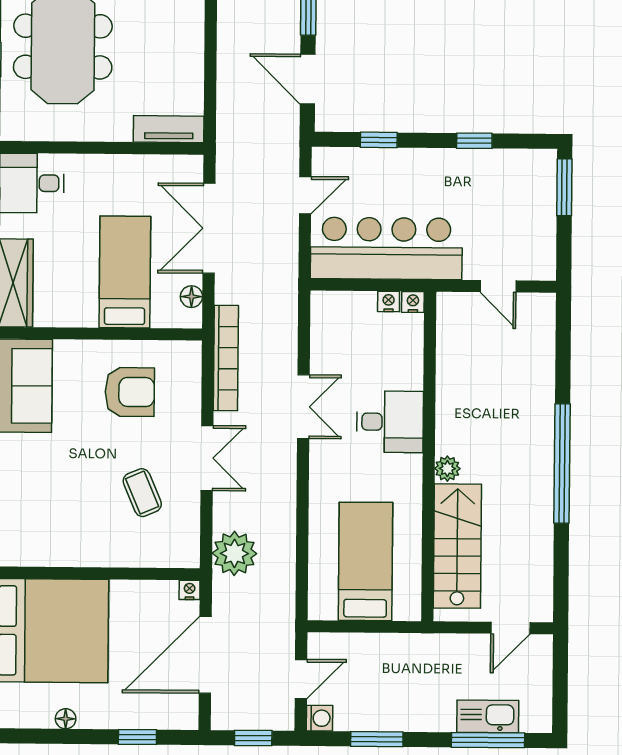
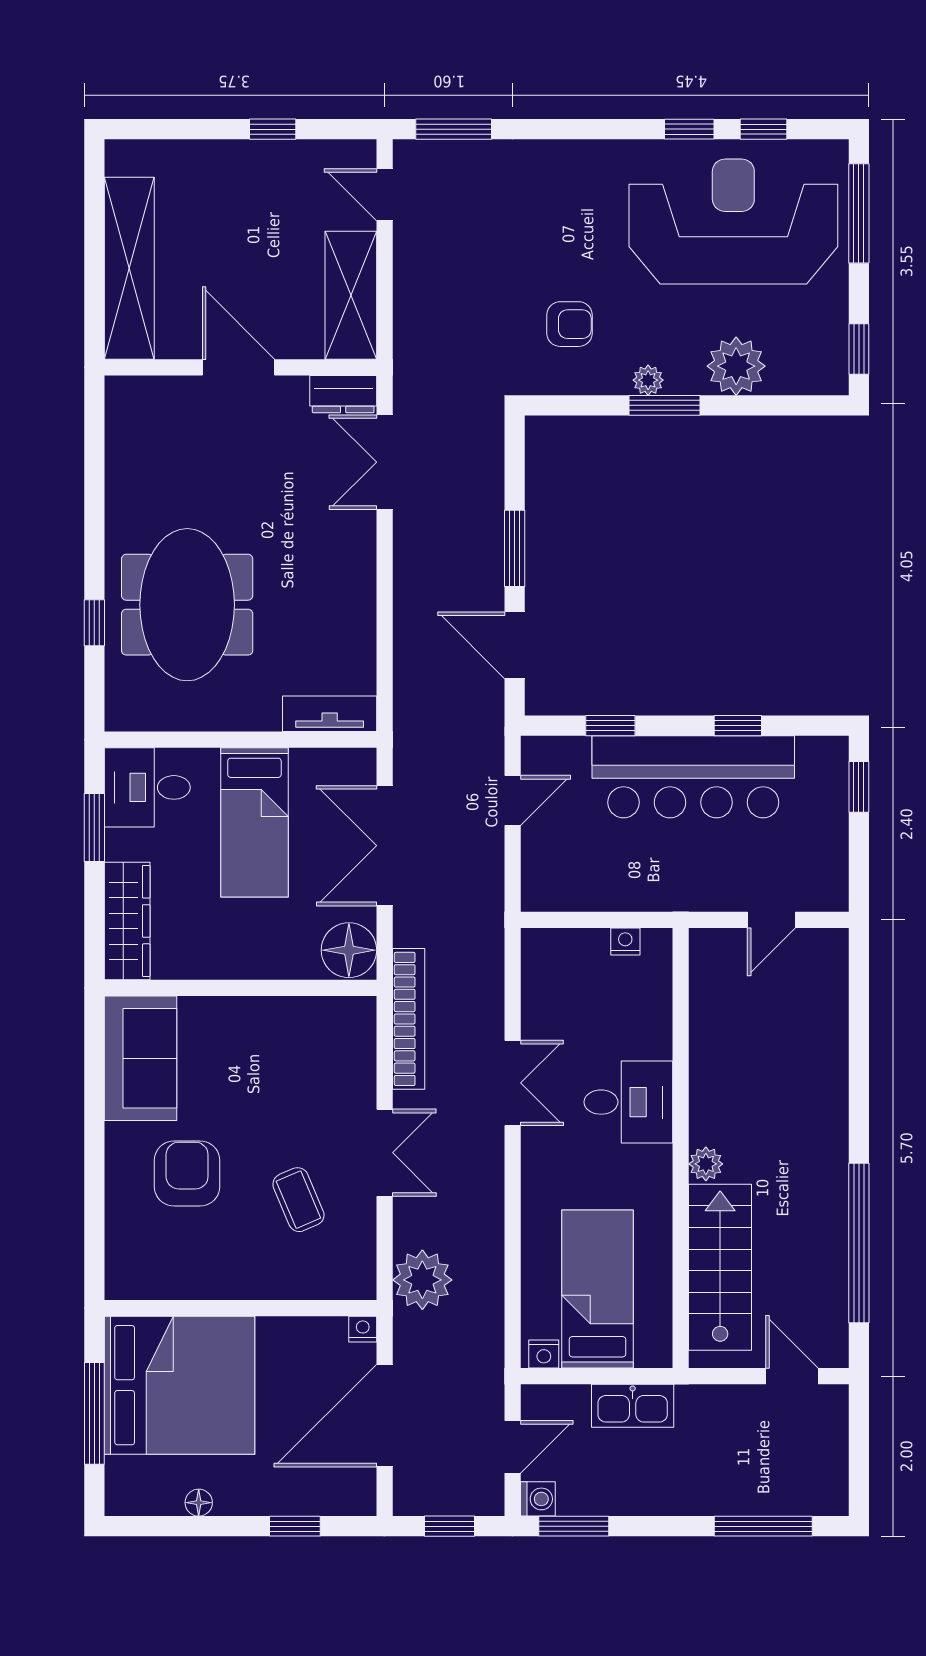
window: (564, 187) -> (859, 787), width x0.67
bar counter: (386, 248) -> (693, 777), moved, turned 180
bed: (125, 272) -> (254, 822), moved, turned 180
door: (498, 286) -> (771, 920), hinge flipped
floor lamp: (191, 297) -> (349, 950), width x1.89, depth x1.89
nightstand: (413, 302) -> (544, 1354), moved, turned 180
armchair: (130, 392) -> (187, 1173), moved, turned -90
window: (562, 464) -> (859, 1243), moved
door: (510, 628) -> (792, 1376), swing flipped
kitchen sink: (488, 716) -> (633, 1406), moved, turned 180
window: (377, 739) -> (574, 1526), moved

